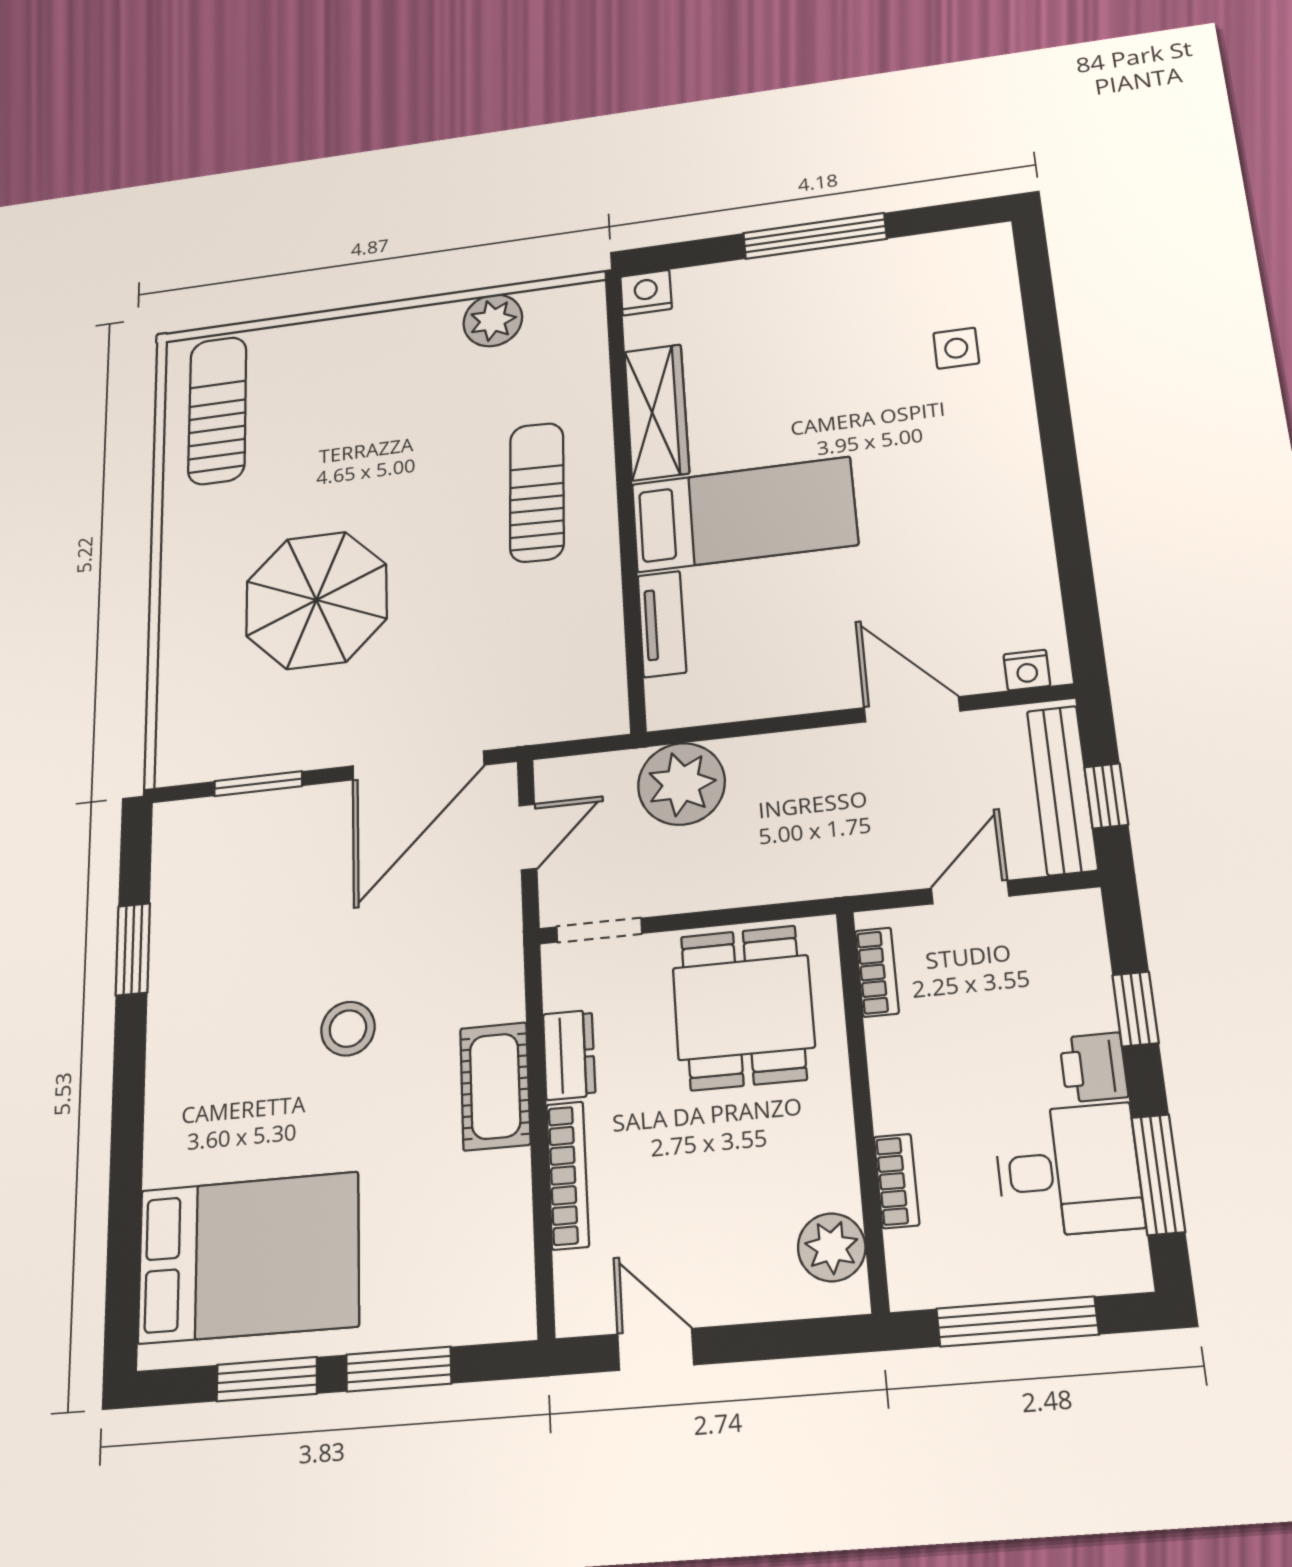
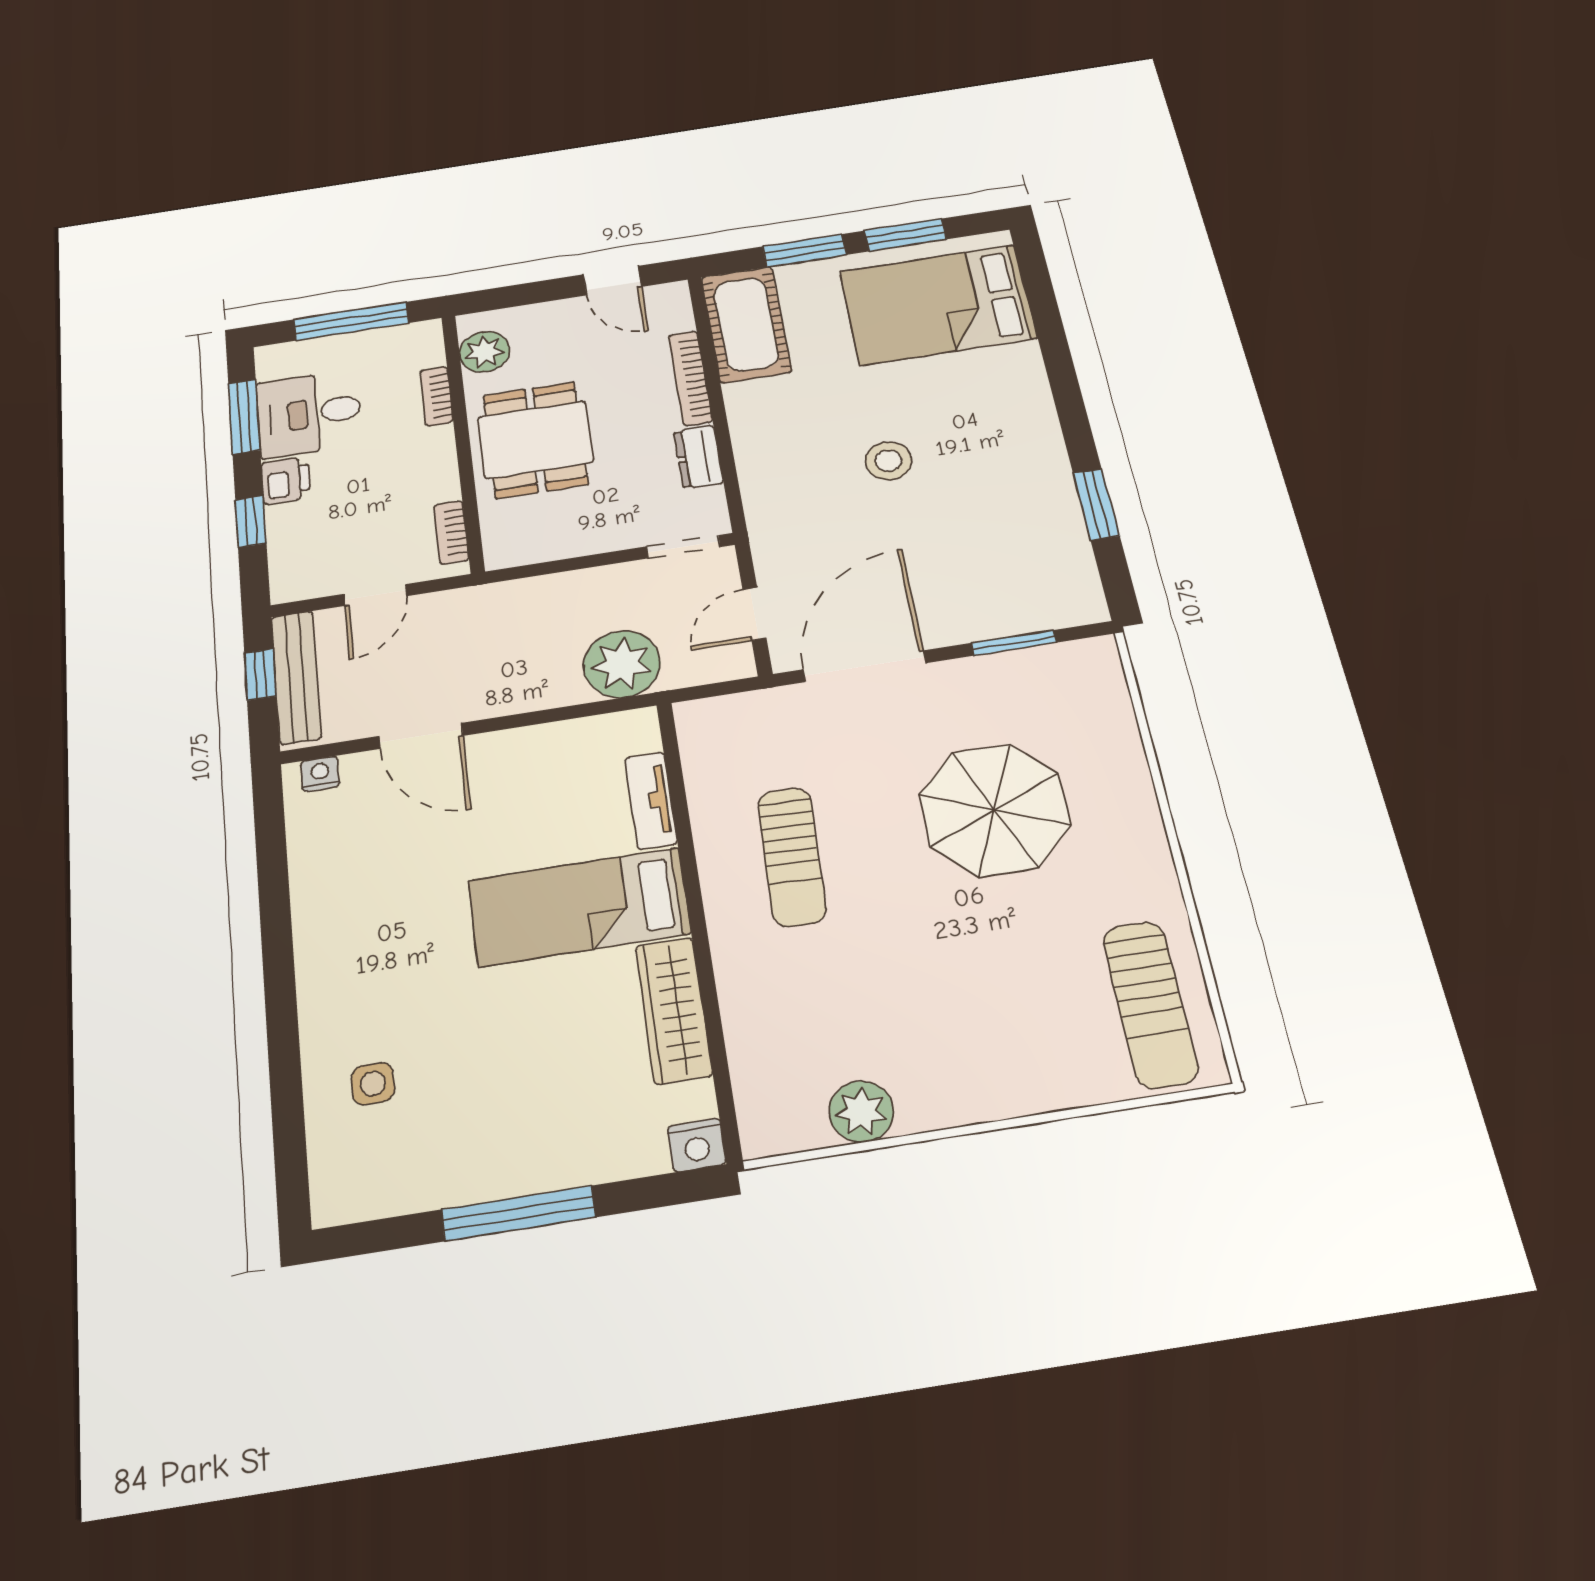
sun lounger: (537, 492) -> (792, 856), moved
dining table: (743, 1007) -> (535, 440), moved
cot: (495, 1086) -> (746, 324), moved, width x1.37, depth x1.34

